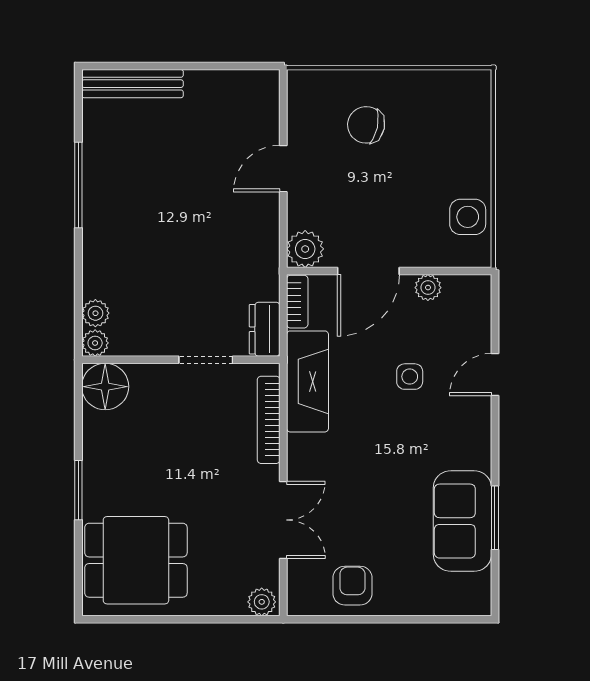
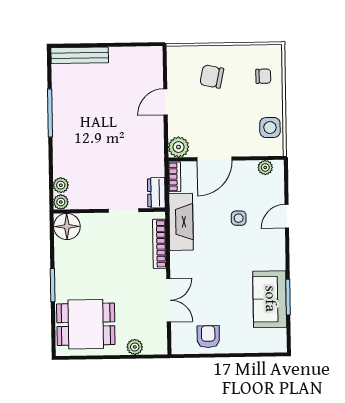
chair: (457, 126) -> (263, 76), added
plant: (428, 288) -> (265, 167), moved
plant: (262, 602) -> (135, 347), moved

